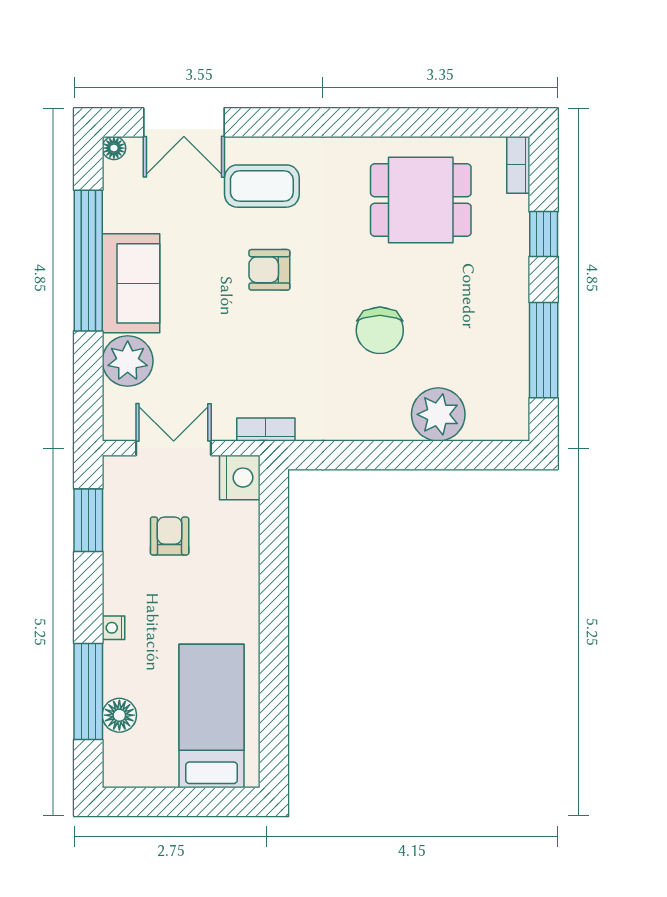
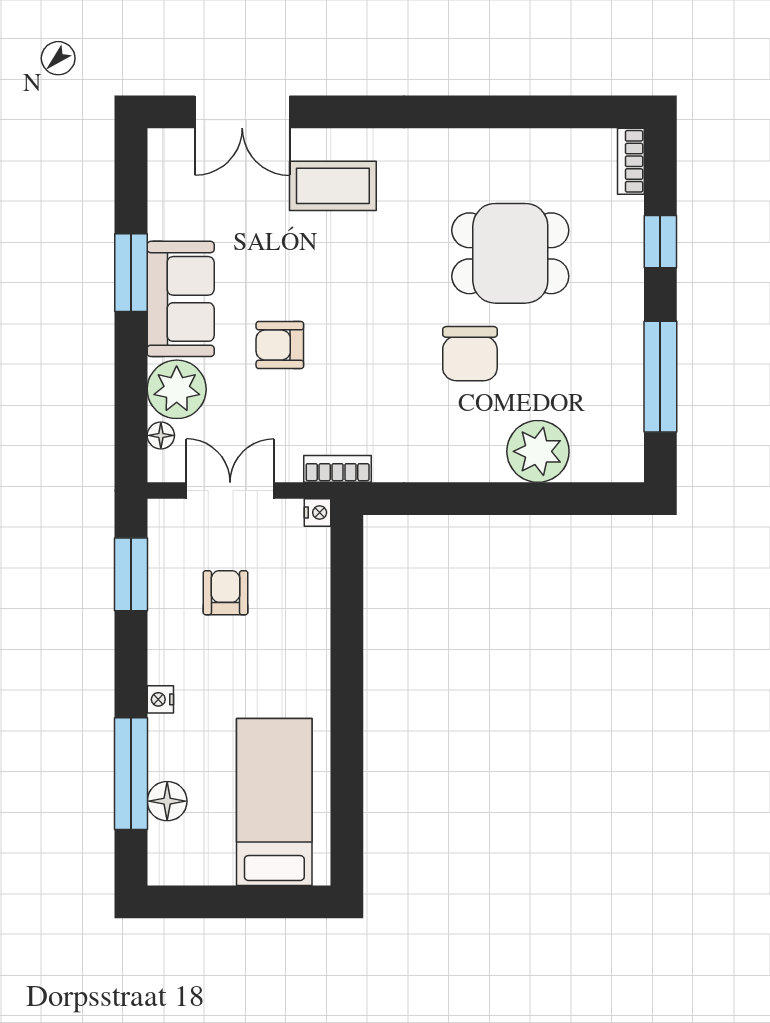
floor lamp: (114, 148) -> (161, 435), moved
dining table: (421, 200) -> (510, 253), moved
window: (88, 261) -> (131, 273), width x0.47
armchair: (269, 270) -> (280, 345), moved
nightstand: (240, 478) -> (317, 513), width x0.53, depth x0.56

